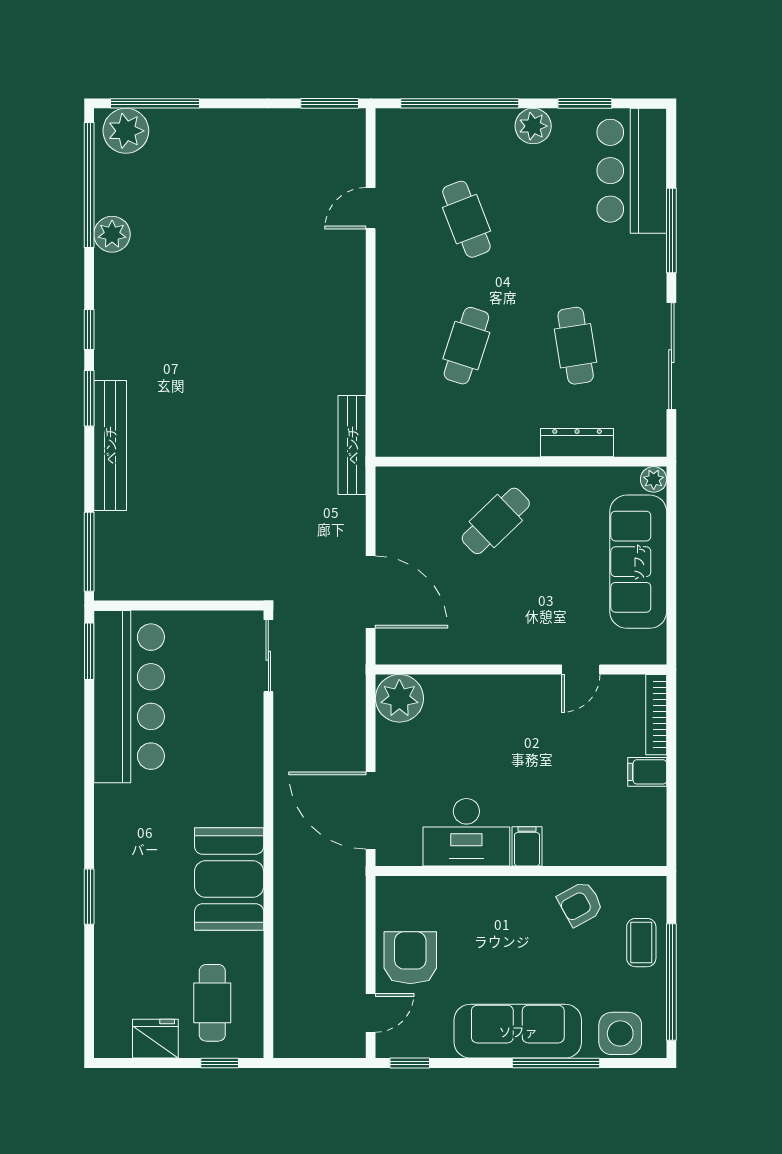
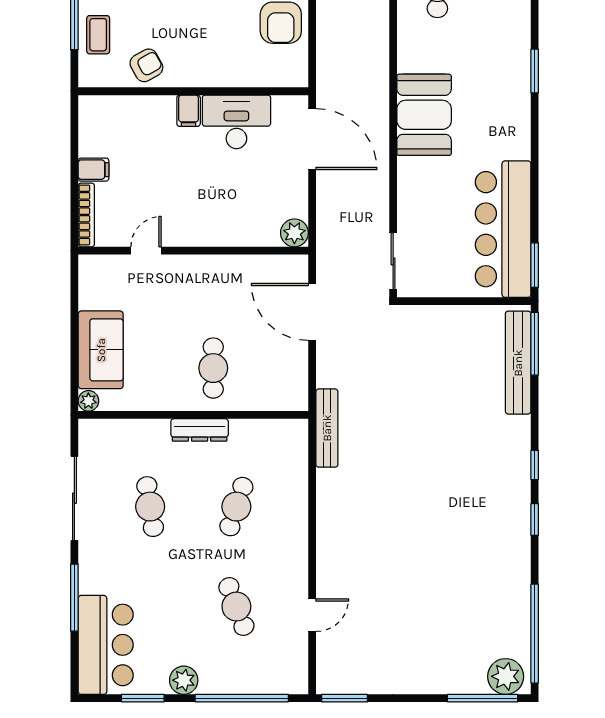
plant: (112, 234) -> (517, 595), removed
window: (89, 398) -> (535, 465), width x0.67
dresser: (577, 443) -> (200, 430), moved
bench: (110, 445) -> (518, 363), moved
cafe table: (496, 521) -> (213, 368), turned -46
sofa: (638, 562) -> (101, 350), width x0.73
plant: (399, 698) -> (294, 233), width x0.73, depth x0.73
booth: (229, 879) -> (424, 115), moved

